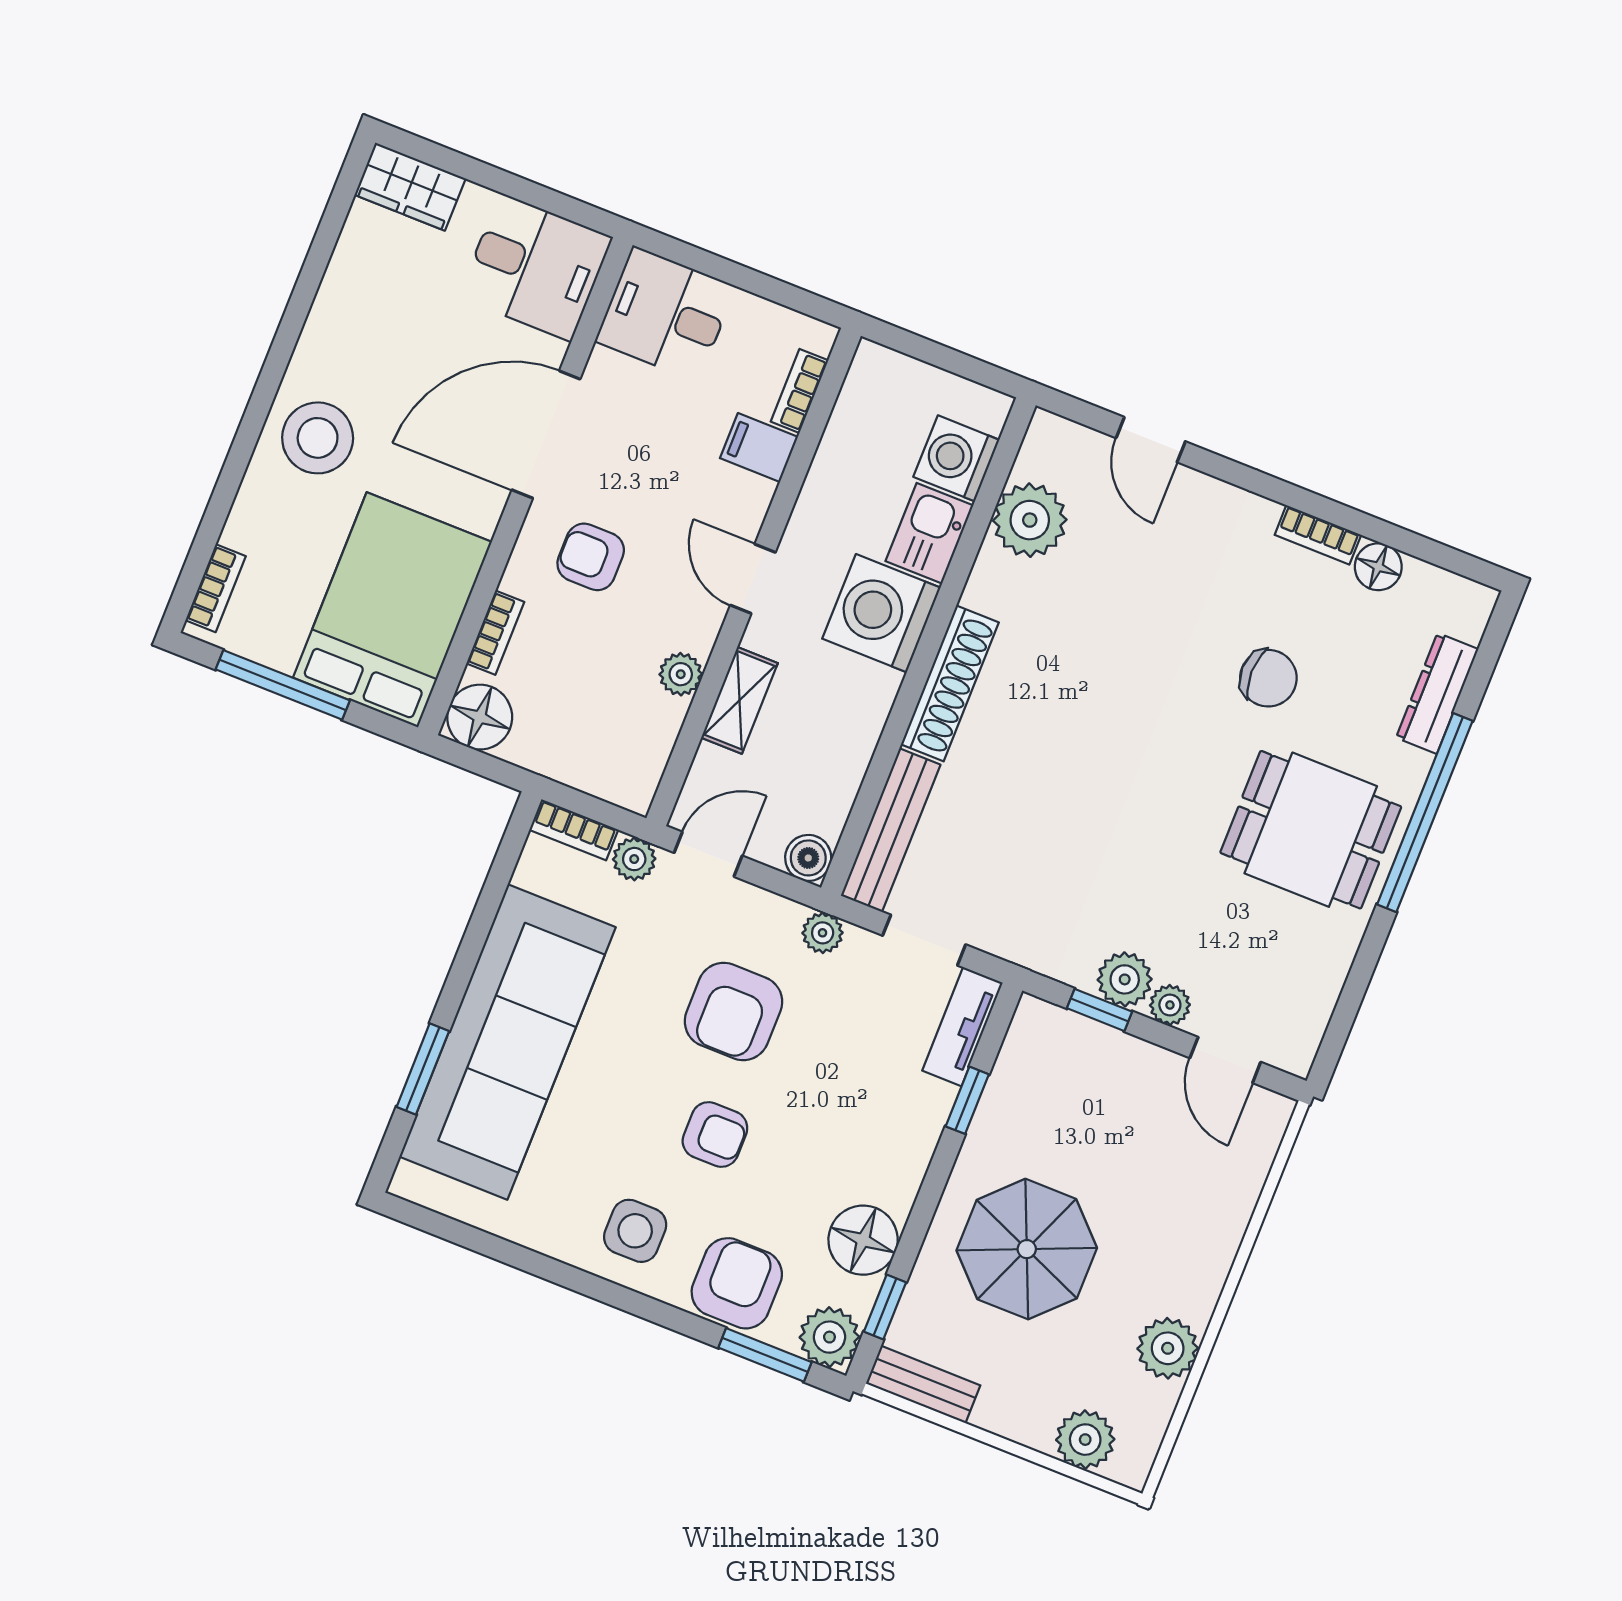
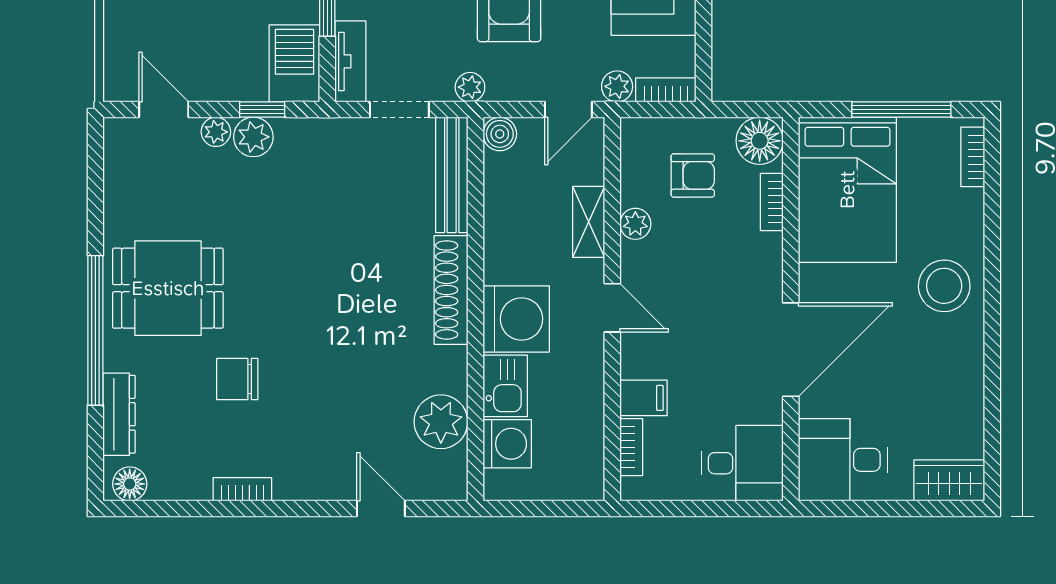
armchair: (591, 557) -> (693, 175), moved
floor lamp: (1378, 567) -> (130, 484), moved
barbecue: (1035, 1053) -> (294, 63), added

